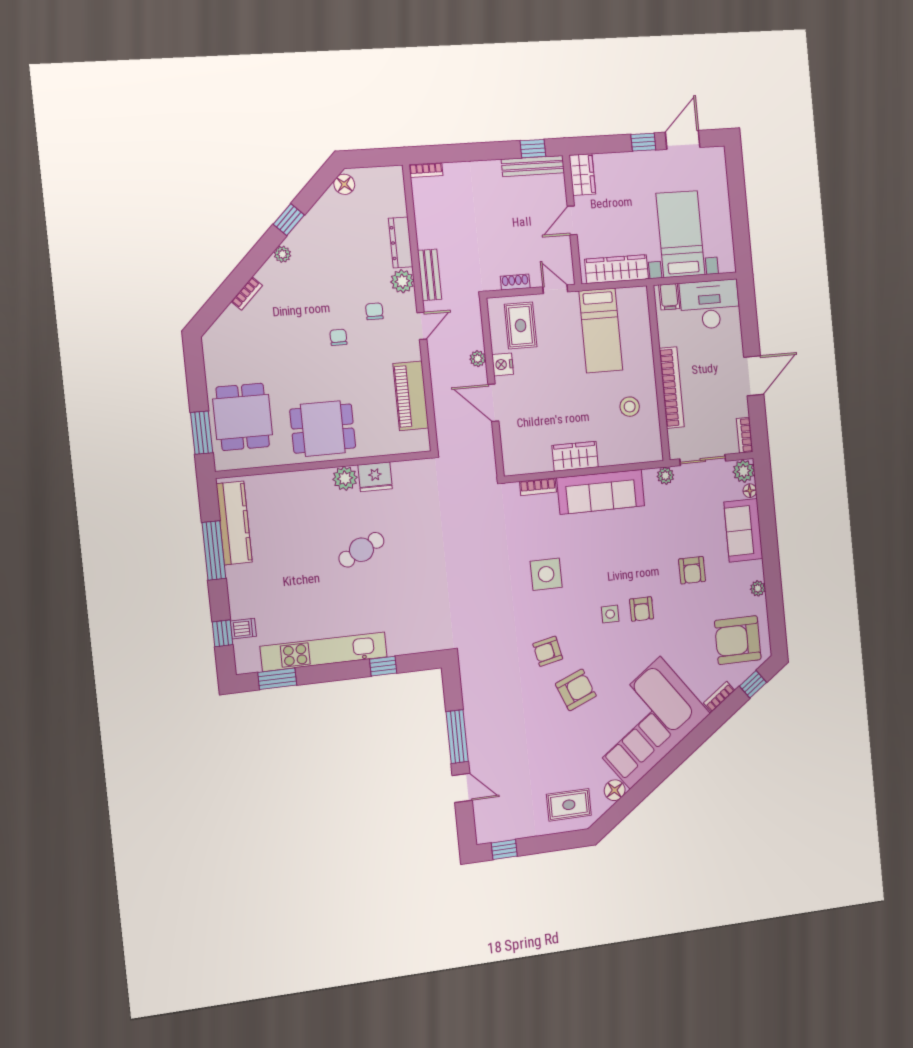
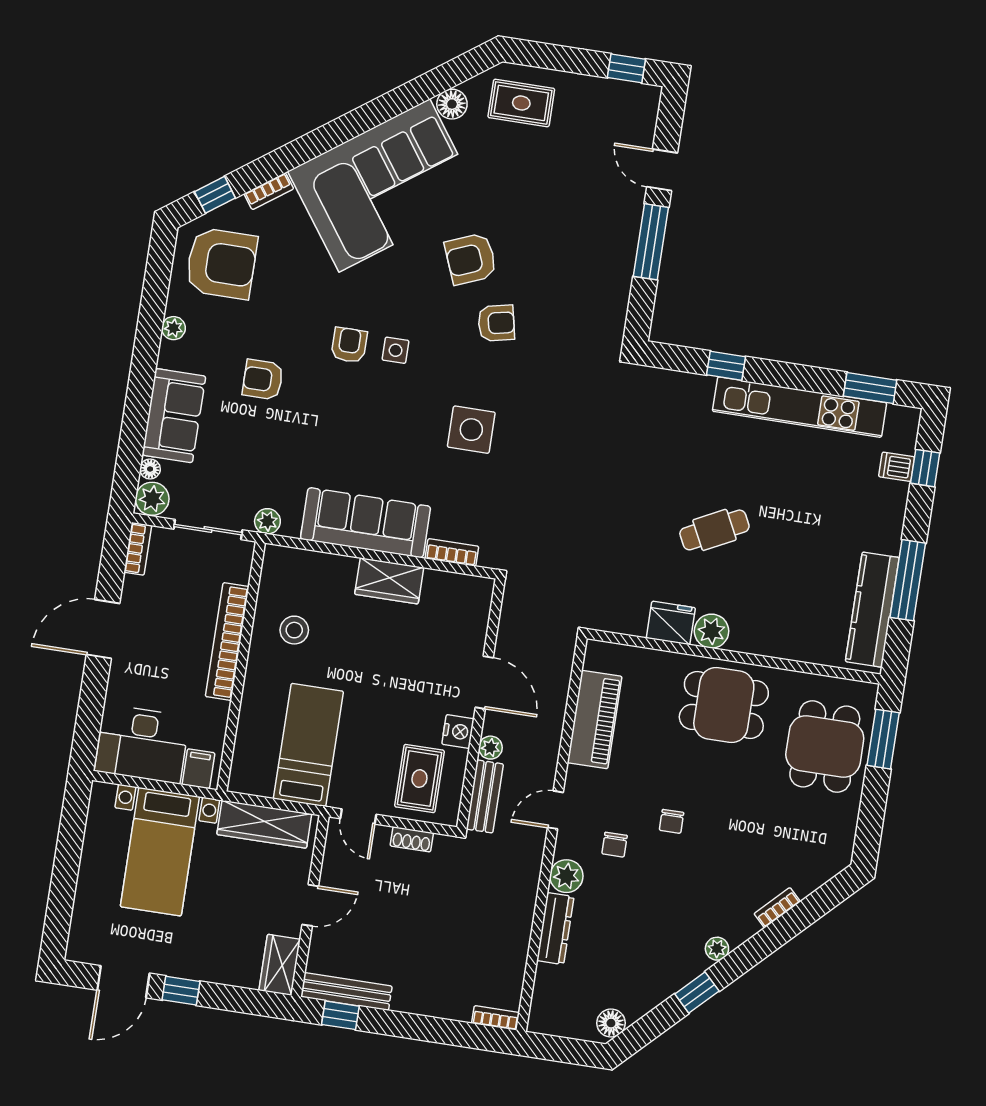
bench: (430, 275) -> (485, 796), moved
armchair: (692, 570) -> (263, 380), turned -90

